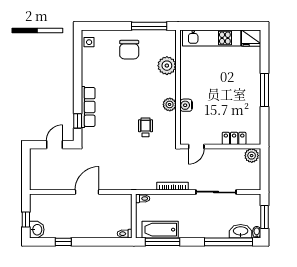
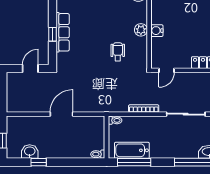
window: (78, 121) -> (53, 34), moved
washbasin: (37, 230) -> (30, 152), moved, turned -90

